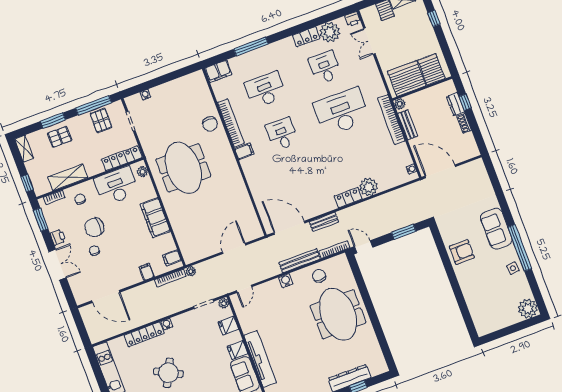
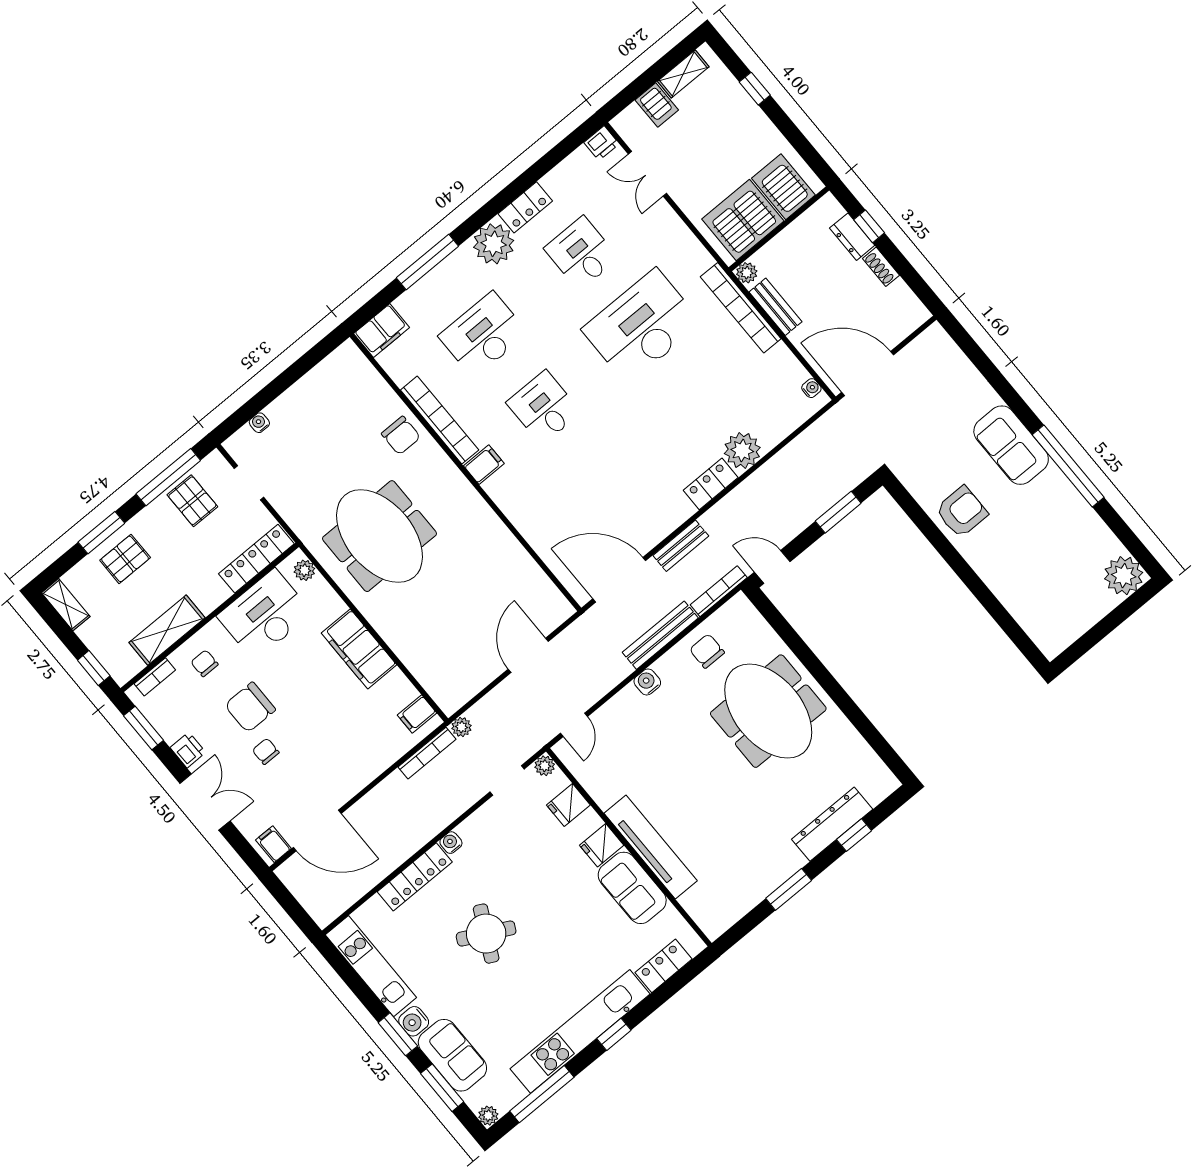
plant: (330, 32) -> (494, 244), moved
side table: (513, 268) -> (1069, 509), removed
filing cabinet: (147, 272) -> (273, 844), moved

